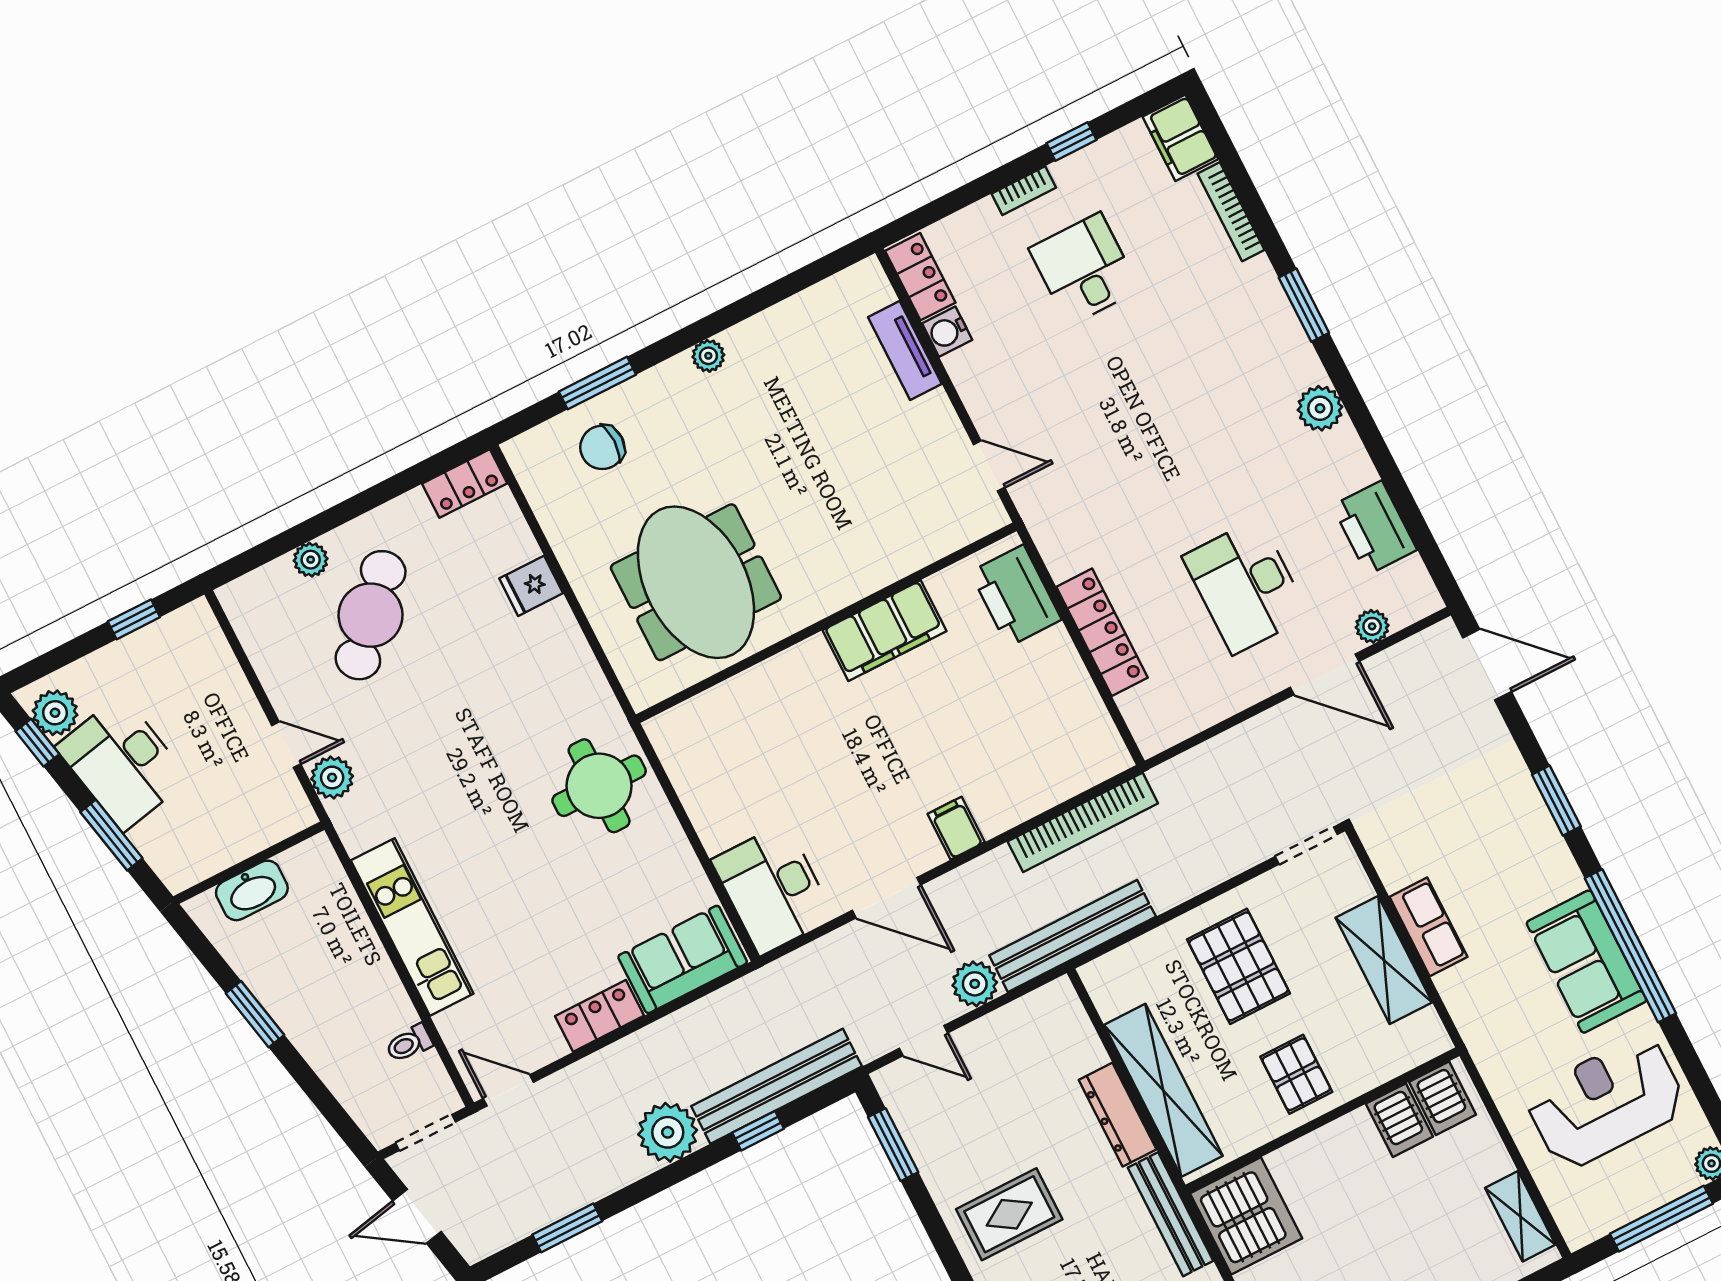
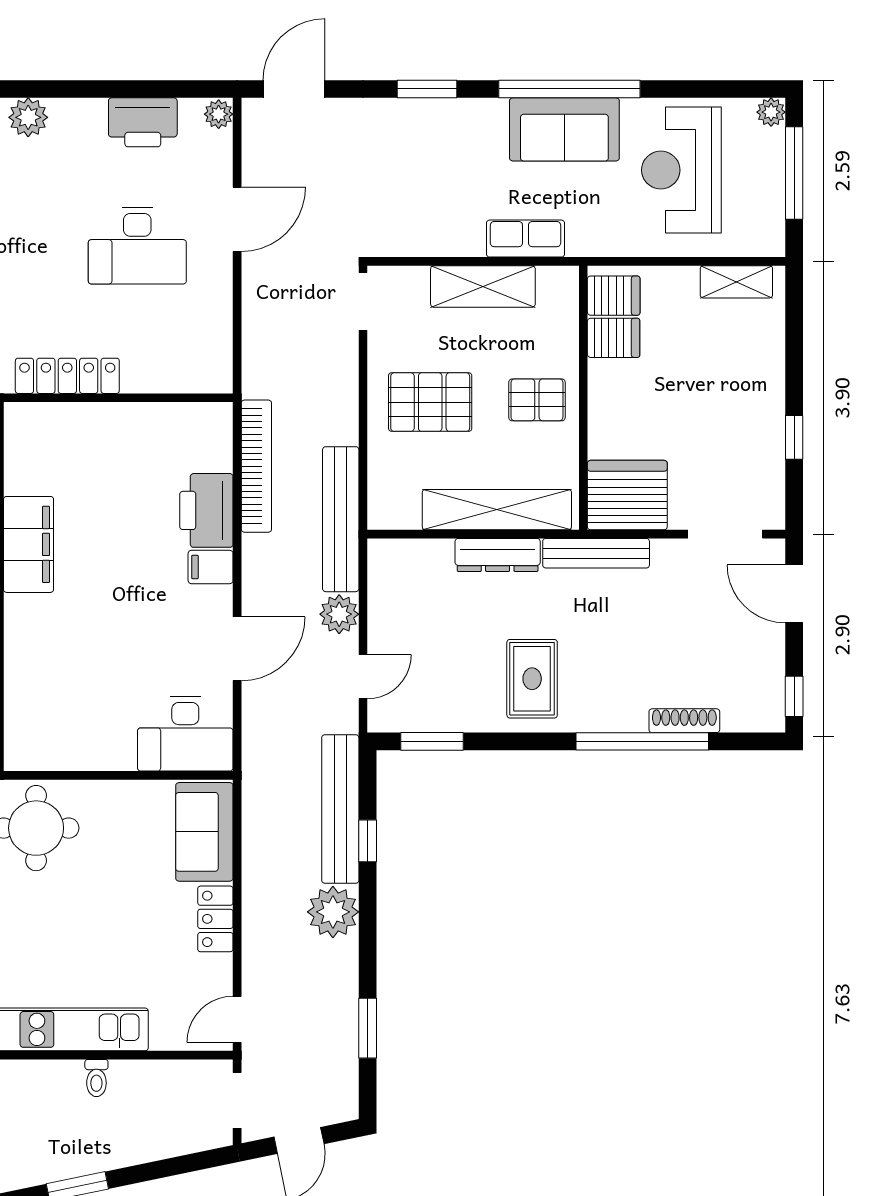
printer: (1016, 596) -> (206, 510), moved, turned 90
plant: (1372, 626) -> (219, 114), moved
locker: (1102, 632) -> (67, 376), moved
row of seats: (1428, 927) -> (525, 239), moved
toilet: (409, 1043) -> (96, 1078), moved

